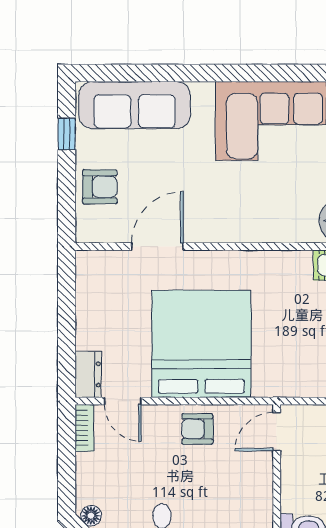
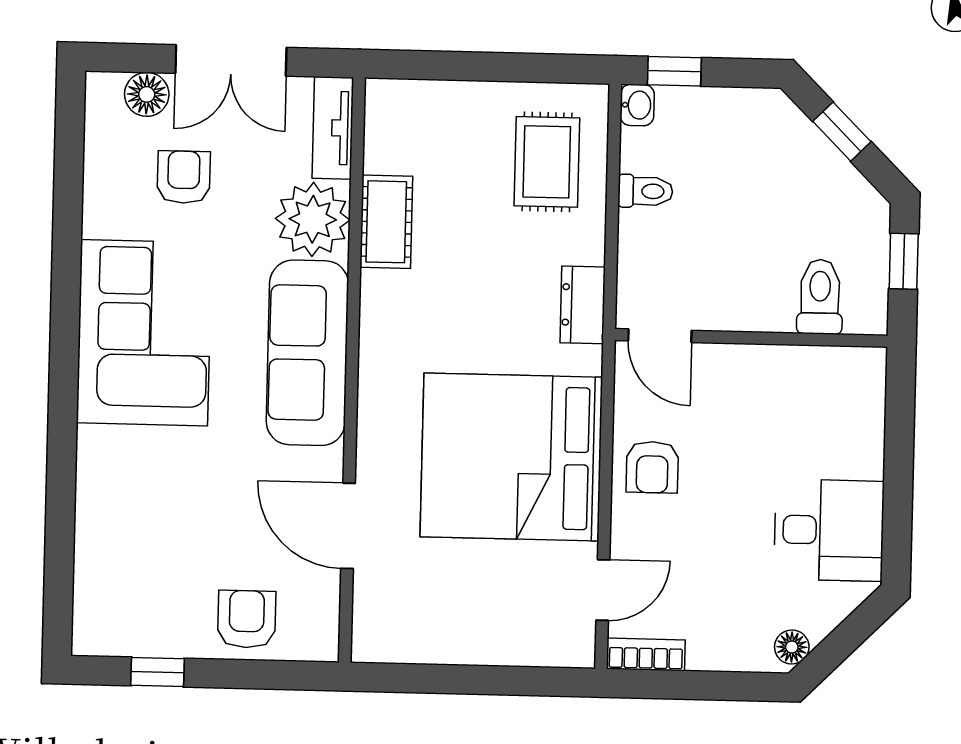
sofa: (135, 105) -> (307, 353), moved, turned 180
dresser: (88, 374) -> (583, 305), moved, turned -90

